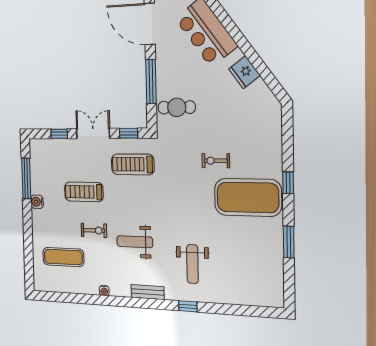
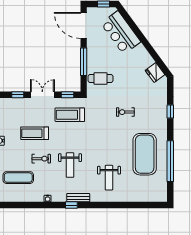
fridge: (244, 72) -> (155, 72), moved
window: (288, 183) -> (170, 111), moved
exercise mat: (248, 197) -> (145, 154), moved, turned 90
weight bench: (135, 242) -> (70, 165), turned -90
window: (289, 242) -> (170, 161), width x2.11
window: (188, 306) -> (71, 205), moved

